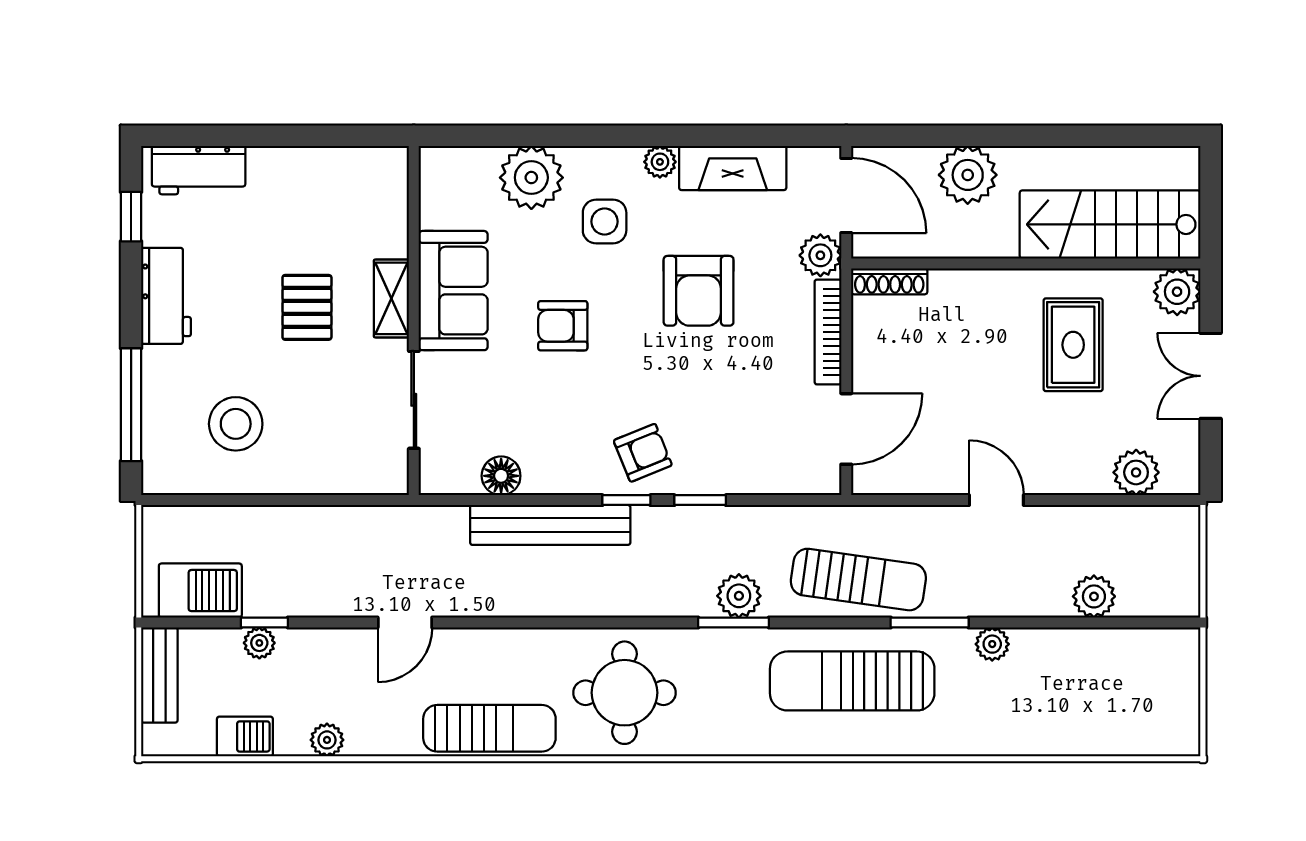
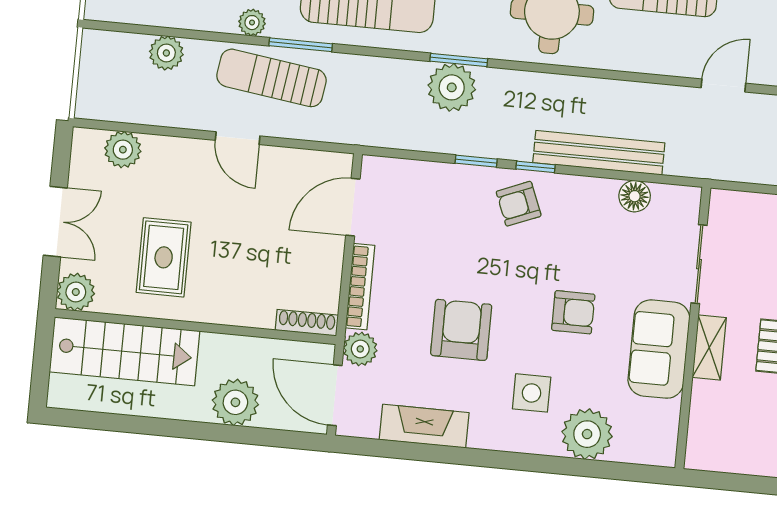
plant: (660, 162) -> (482, 437), removed
sun lounger: (858, 580) -> (271, 78), moved
plant: (739, 596) -> (452, 87), width x1.36, depth x1.36

